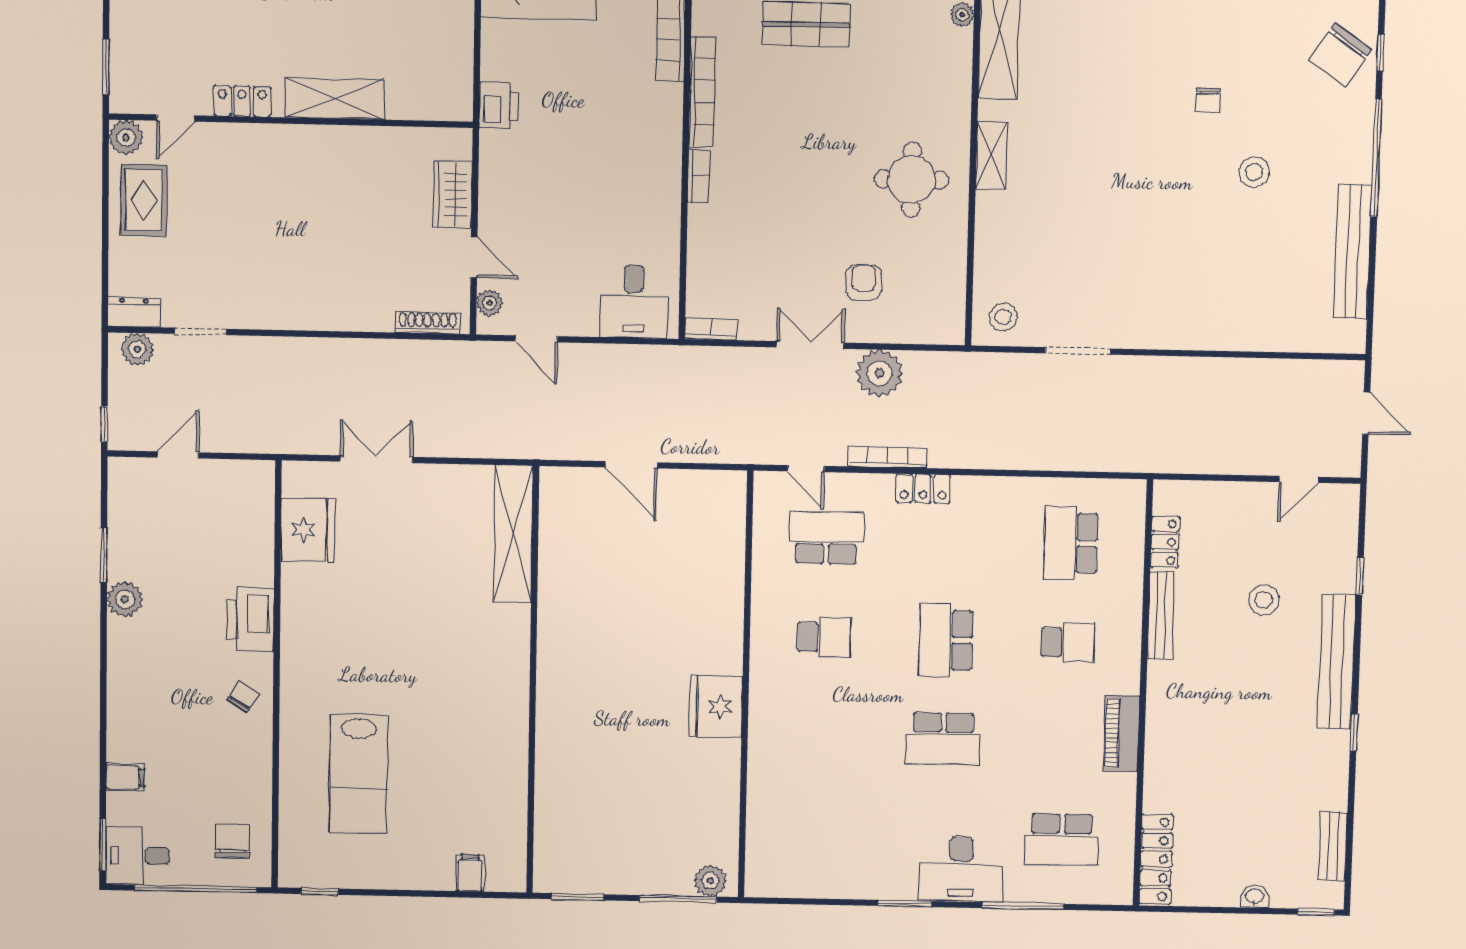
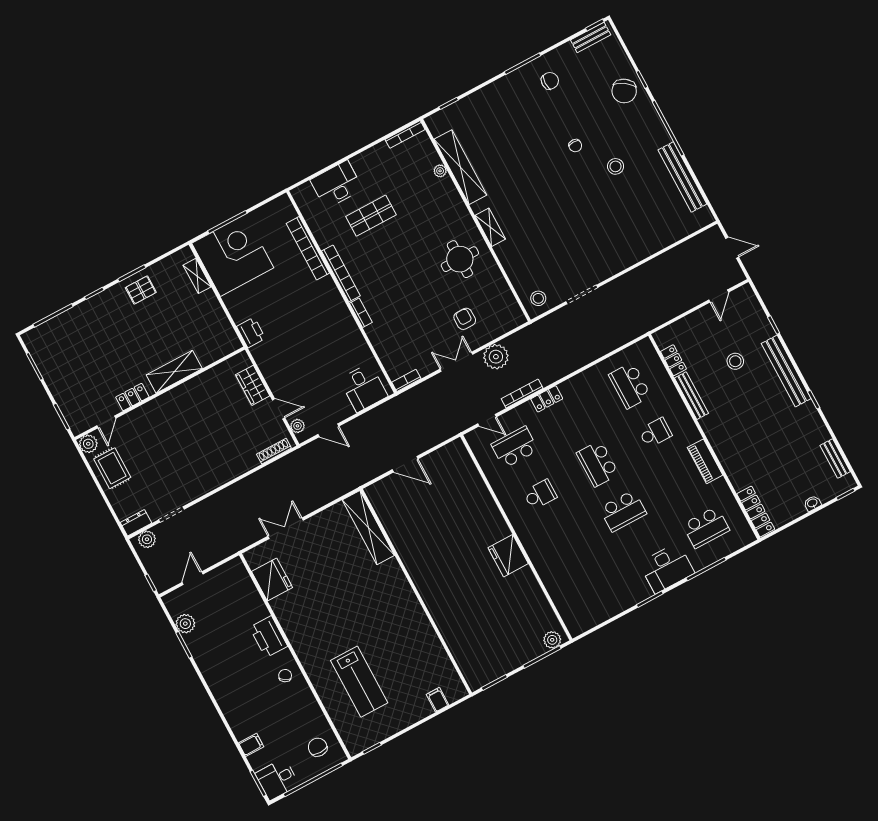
plant: (125, 599) -> (185, 624), moved

